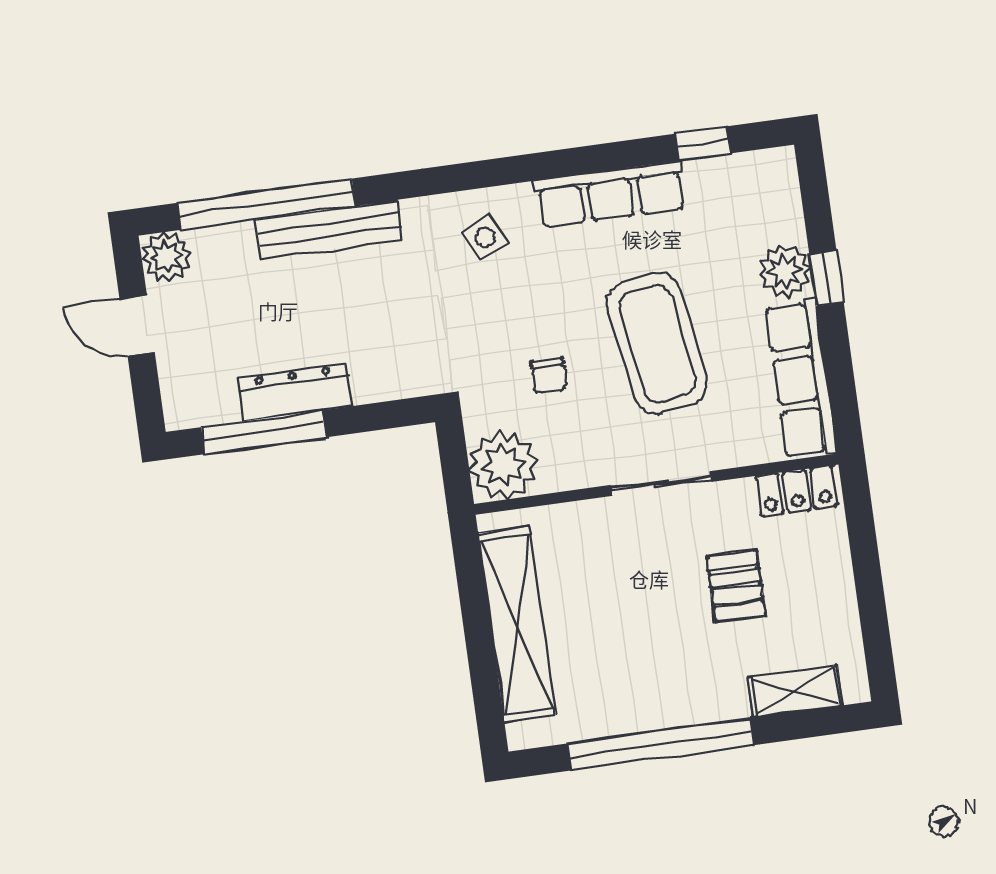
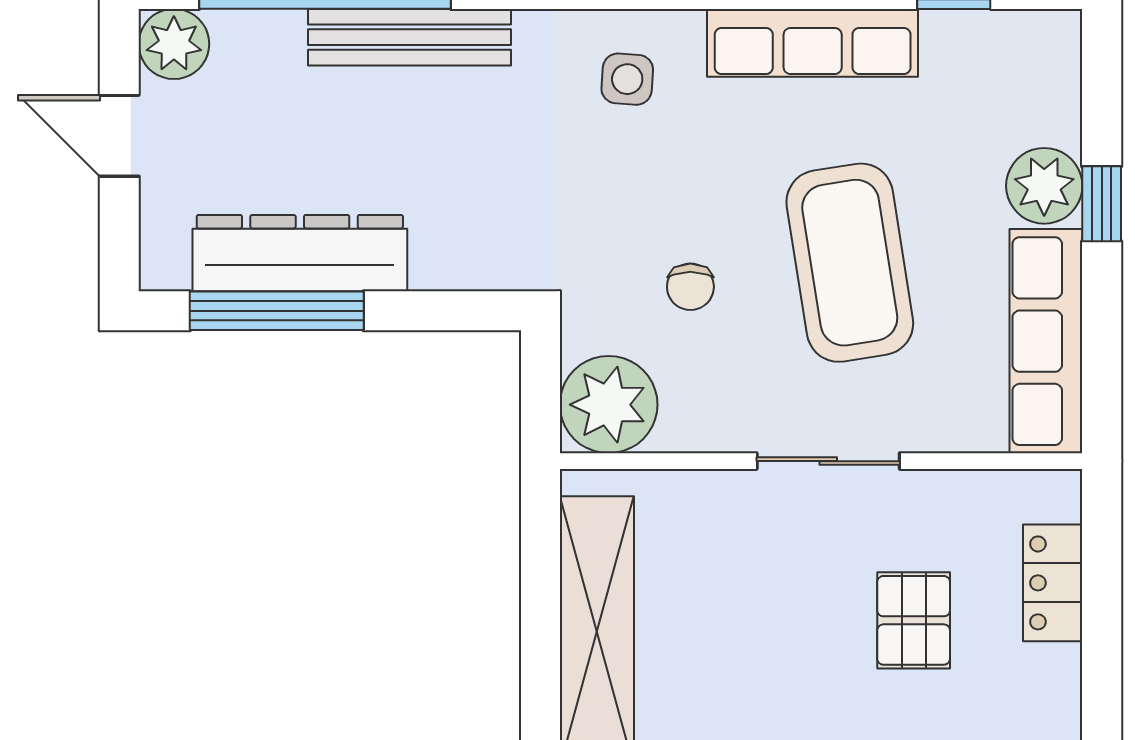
side table: (485, 237) -> (627, 79), turned 31
dresser: (295, 392) -> (300, 253), width x1.37, depth x1.24
locker: (797, 491) -> (1053, 583), moved, turned 90

